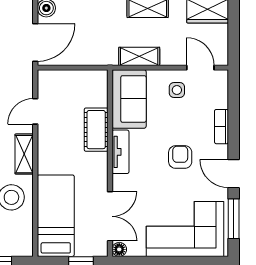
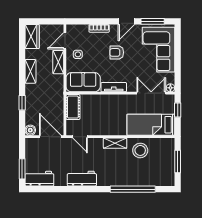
shelving: (139, 56) -> (58, 62), moved
door: (35, 111) -> (80, 137), moved
cot: (96, 130) -> (73, 107), moved, turned 90

